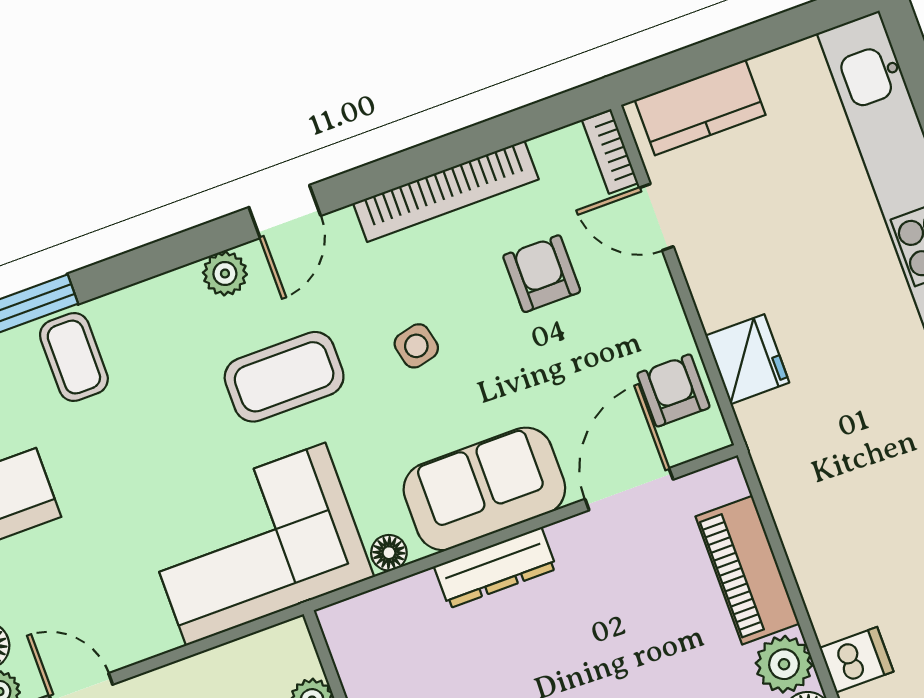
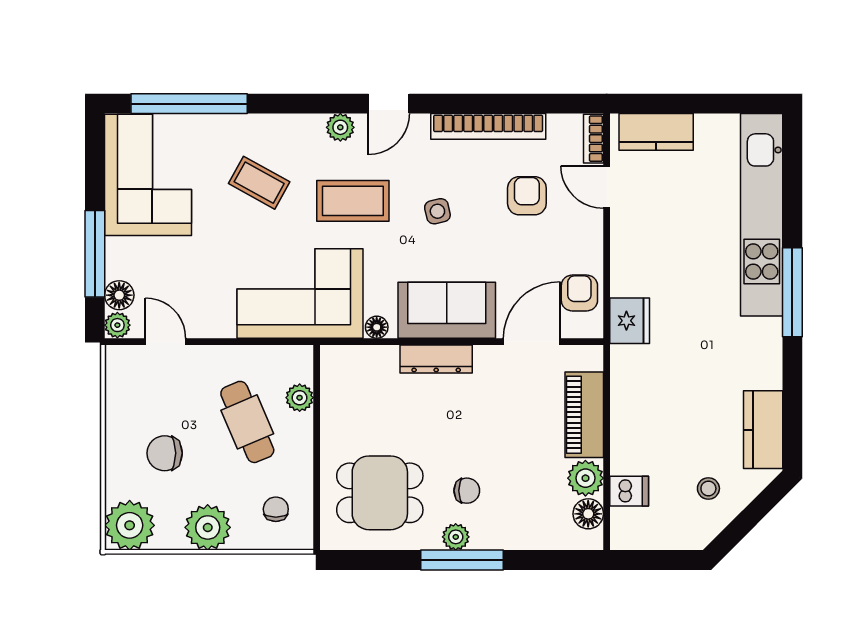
coffee table: (74, 357) -> (259, 183), moved, turned -61
fridge: (747, 359) -> (630, 321), moved

